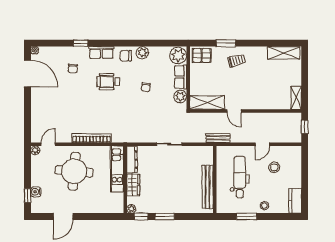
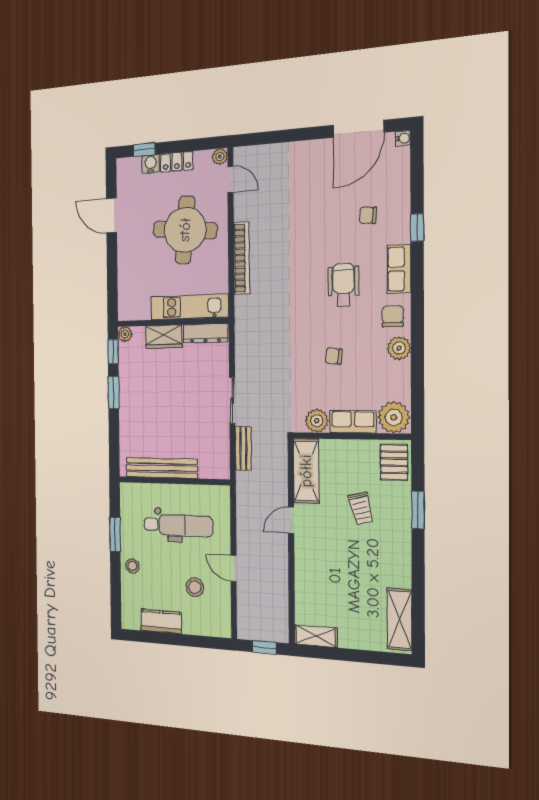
trolley: (237, 61) -> (361, 508), moved
bench: (218, 138) -> (243, 448), moved
locker: (36, 176) -> (177, 162), added
kitchen counter: (295, 201) -> (161, 621), moved

